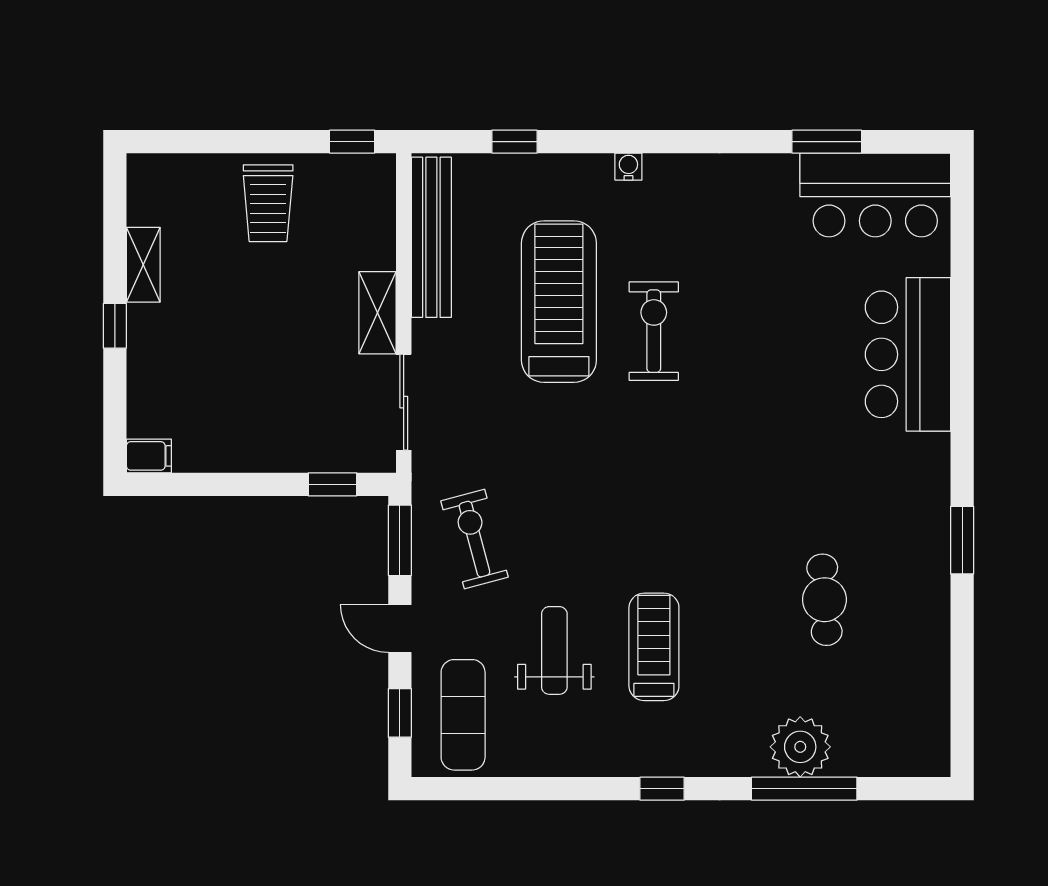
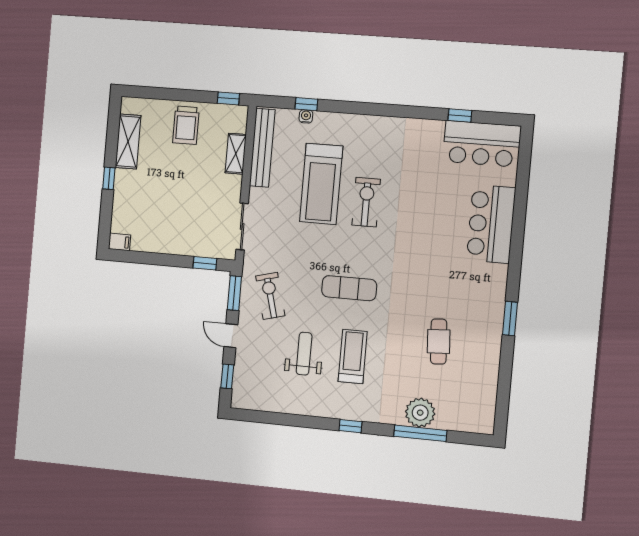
window: (827, 142) -> (460, 115), width x0.67
water cooler: (628, 167) -> (306, 116), moved
shelving: (143, 265) -> (128, 141), width x1.50, depth x1.33
treadmill: (559, 302) -> (321, 184), turned 180
shelving: (377, 313) -> (236, 154), moved
exercise mat: (463, 715) -> (349, 288), moved, turned 90

